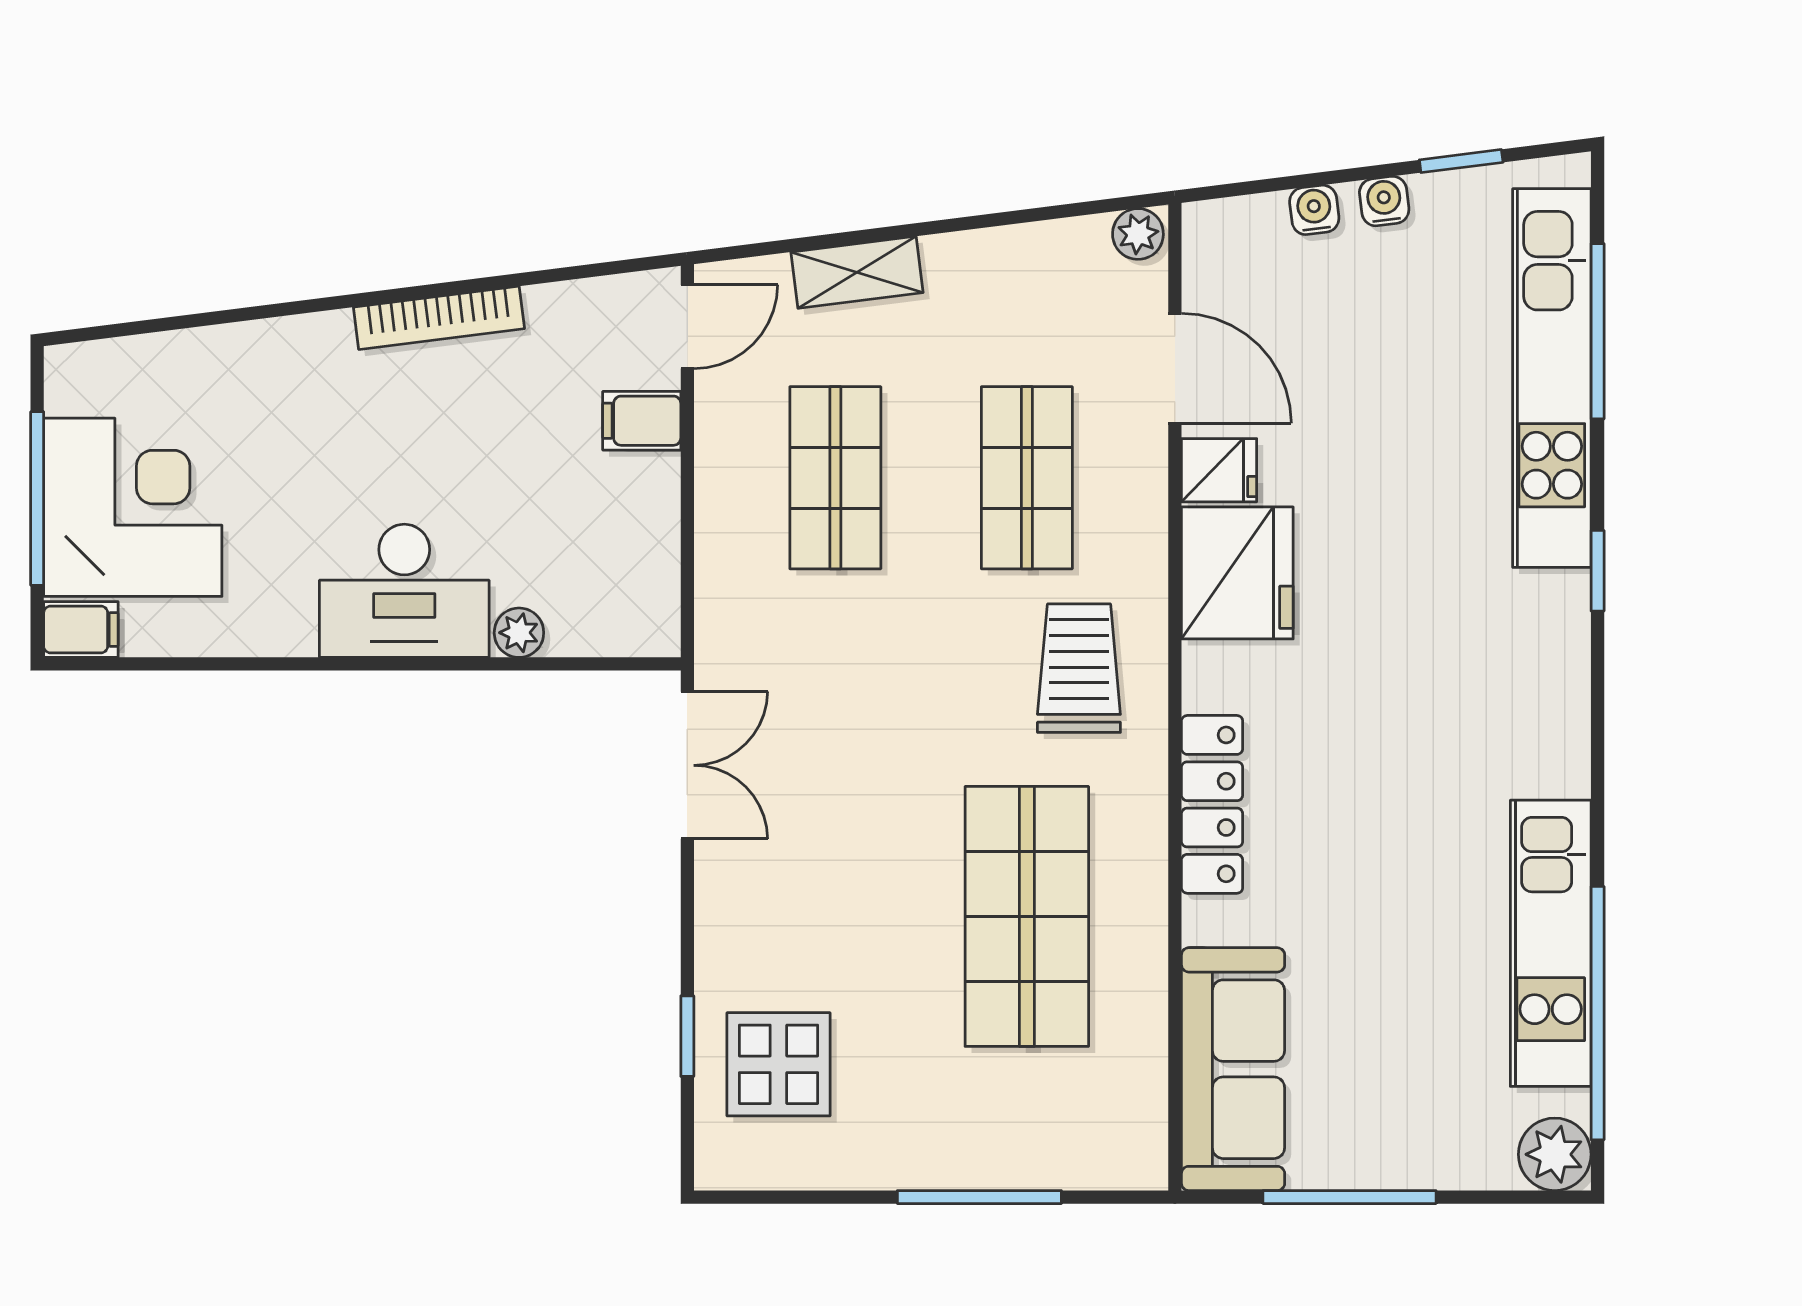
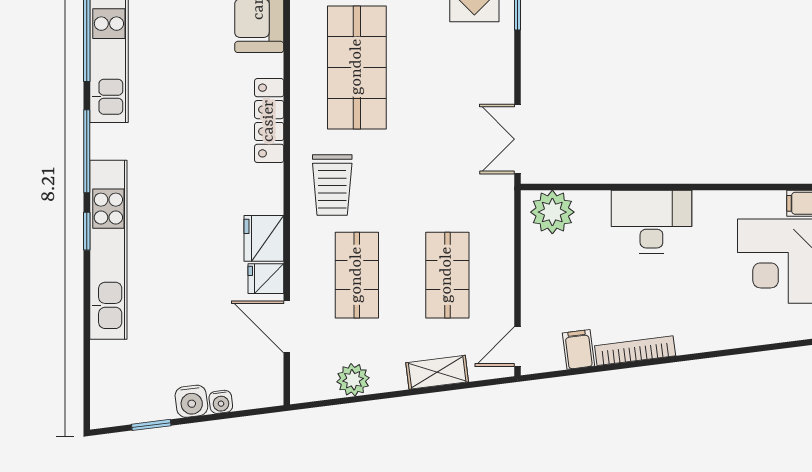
water cooler: (1384, 201) -> (191, 401), width x1.38, depth x1.38
plant: (1138, 234) -> (353, 380), moved, width x1.38, depth x1.38
window: (1598, 331) -> (87, 151), moved
kitchen unit: (1552, 378) -> (108, 250), moved
filing cabinet: (642, 421) -> (579, 349), moved, turned -97
fridge: (1237, 573) -> (264, 238), width x0.73, depth x0.75
plant: (519, 633) -> (552, 212), moved, width x1.88, depth x1.88

